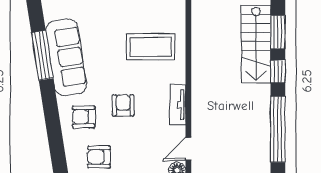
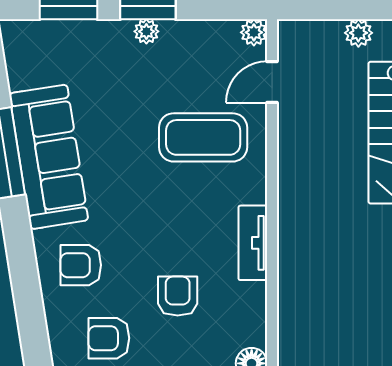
armchair: (123, 105) -> (178, 296), moved
door: (188, 149) -> (272, 82), moved

